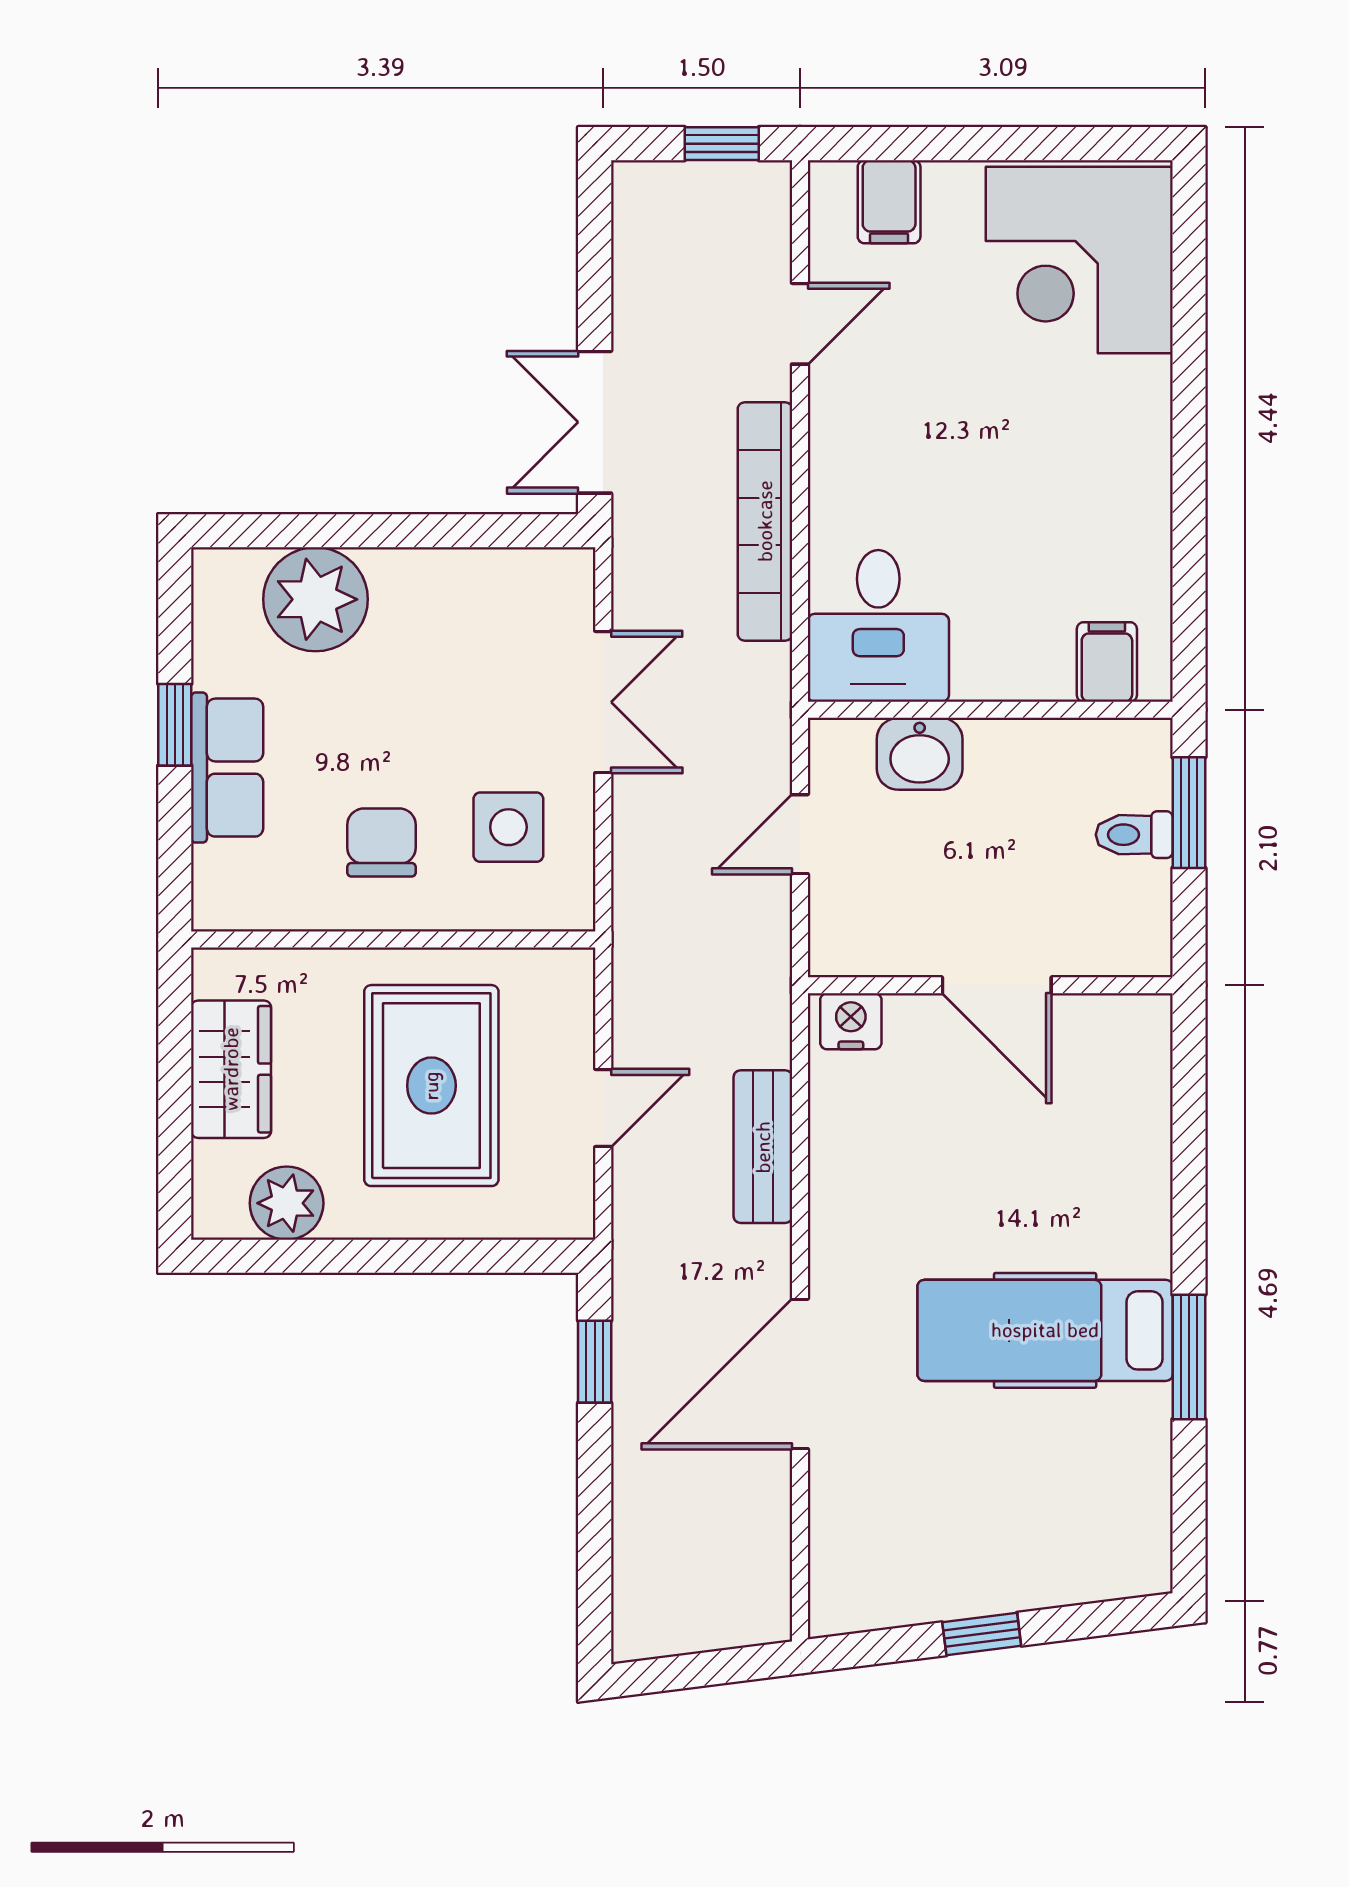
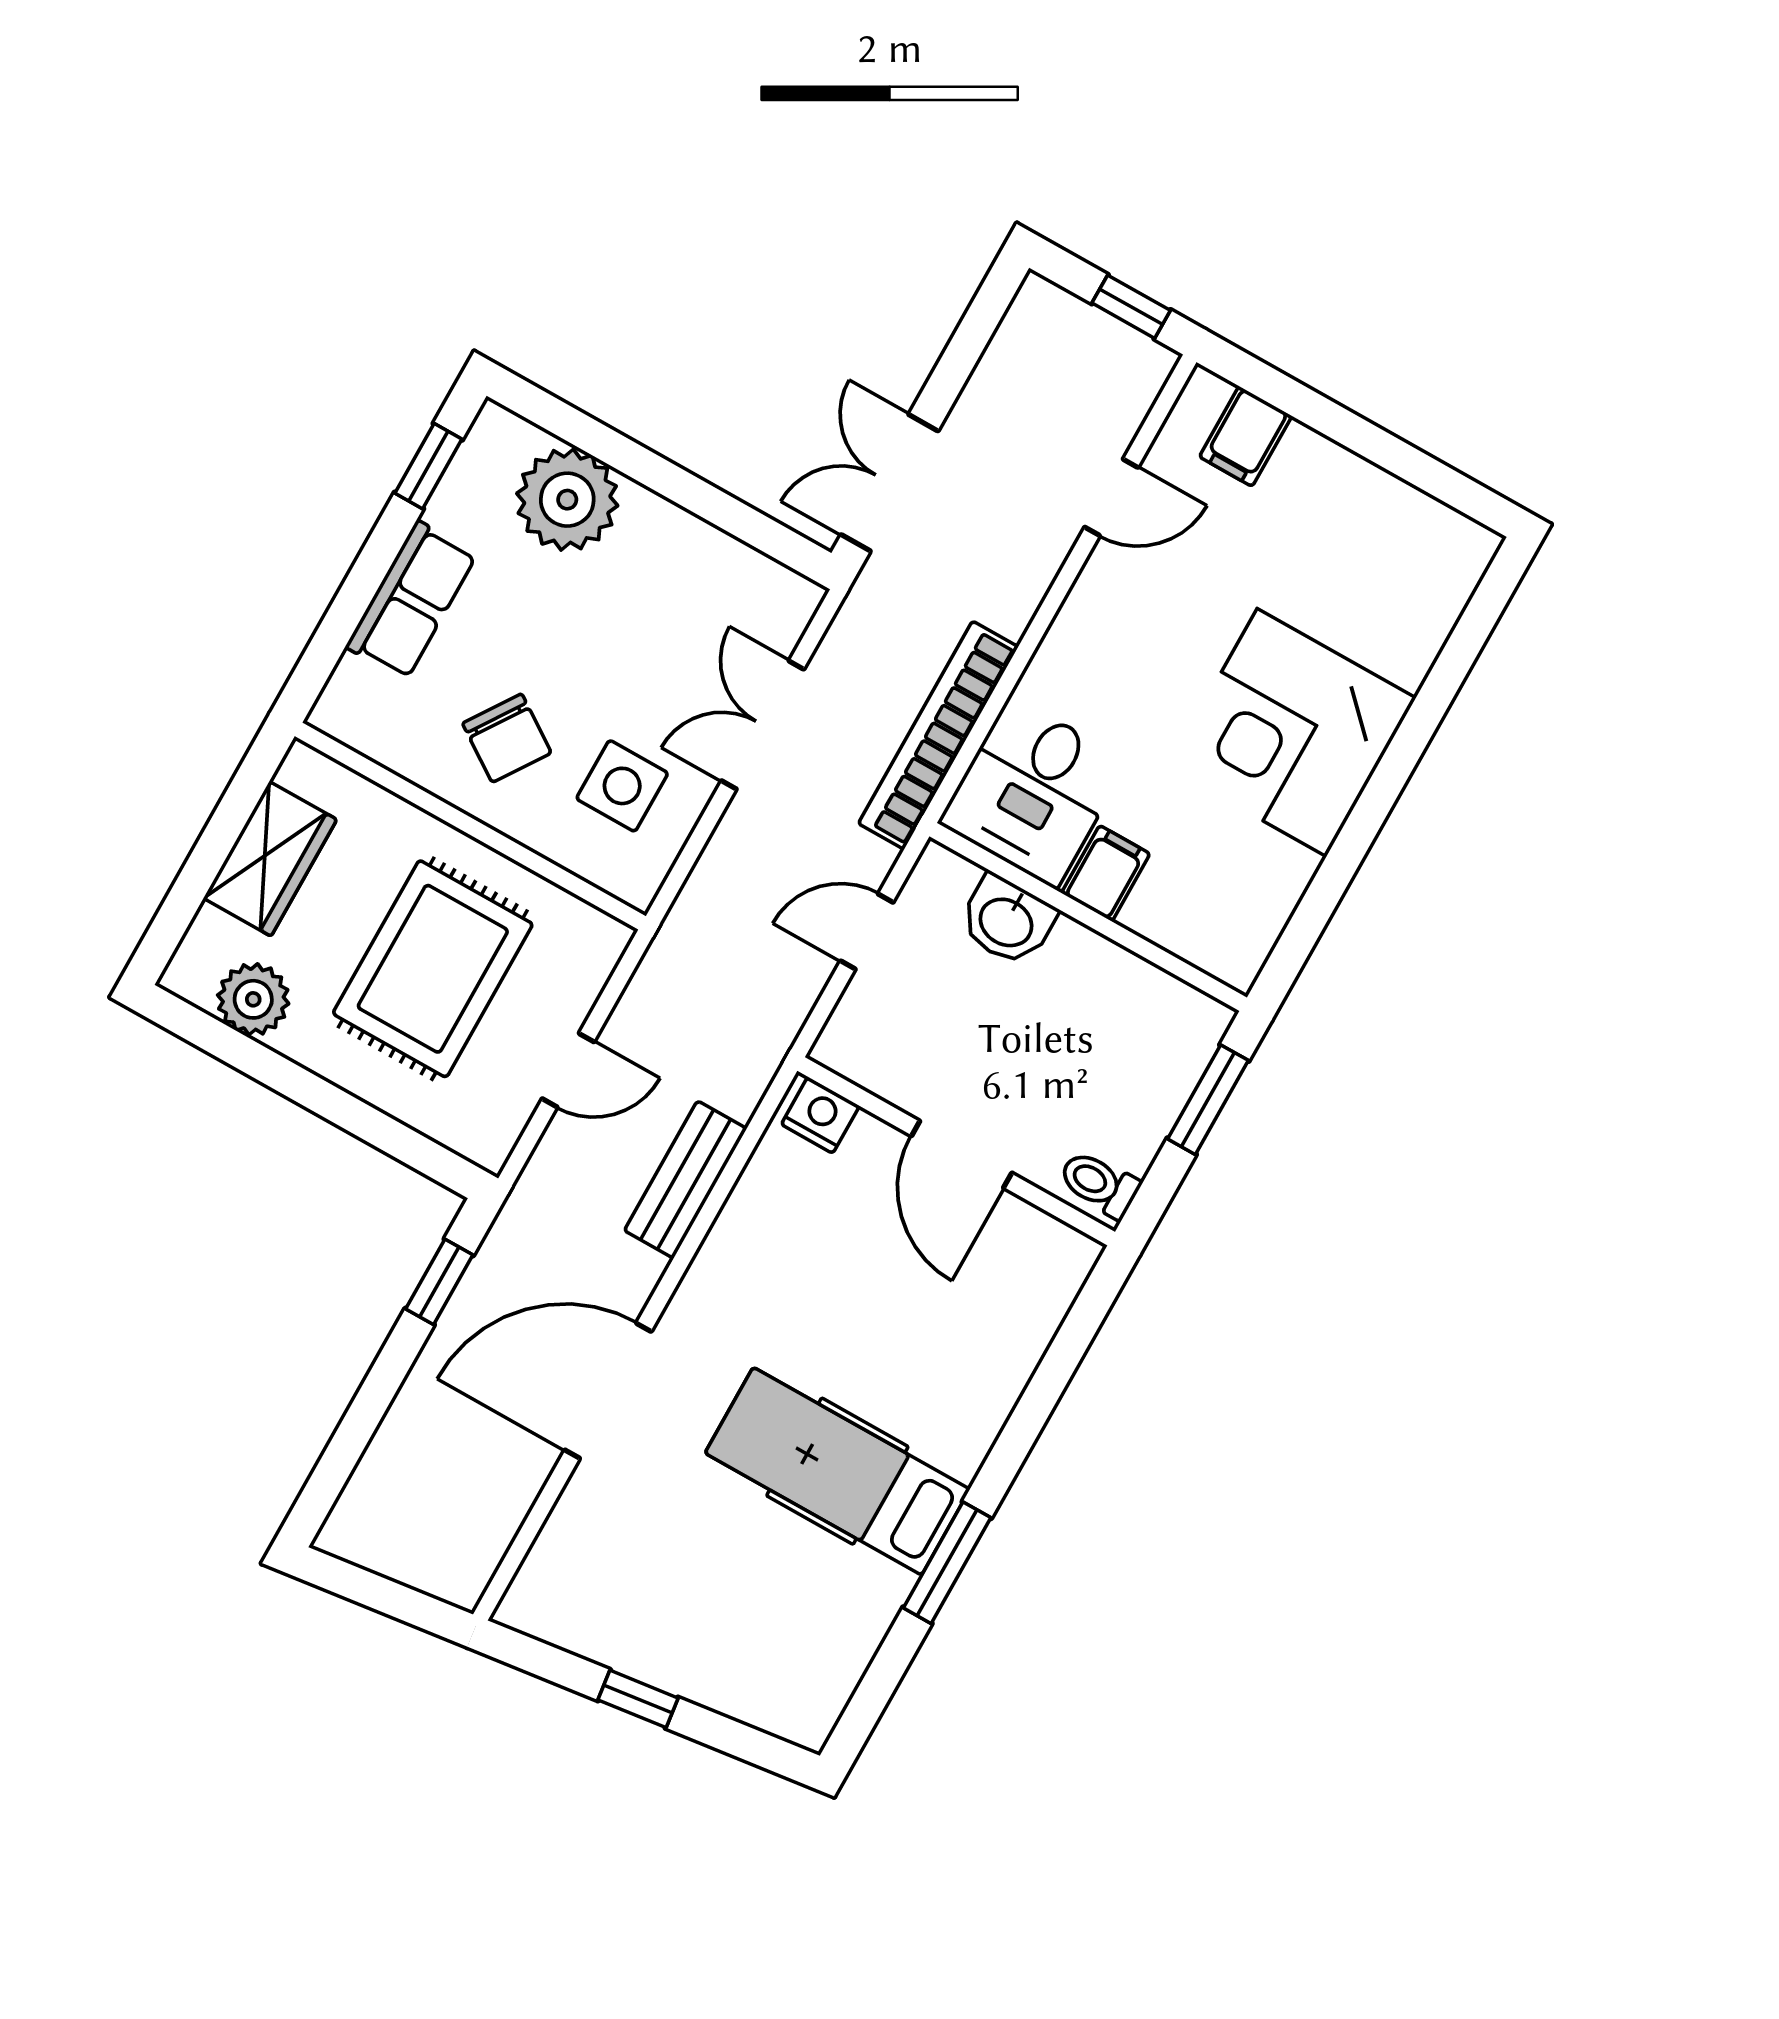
corner desk: (1079, 260) -> (1292, 733), moved
bookcase: (765, 521) -> (938, 735), moved
filing cabinet: (1107, 662) -> (1106, 873), moved
double door: (603, 702) -> (763, 725), swing flipped
window: (175, 725) -> (428, 466), moved
toilet: (1134, 835) -> (1099, 1184), moved
chair: (382, 842) -> (507, 738), turned 124

